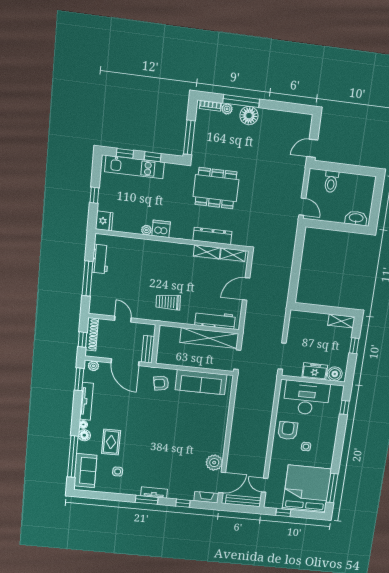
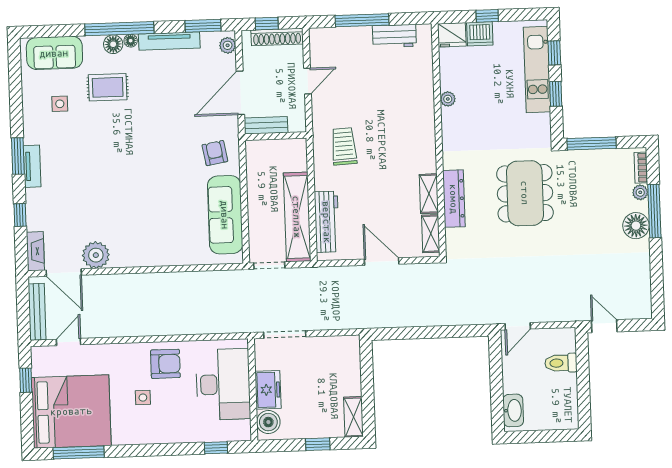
dishwasher: (161, 229) -> (480, 34), moved, turned 90
window: (73, 457) -> (119, 29), moved

